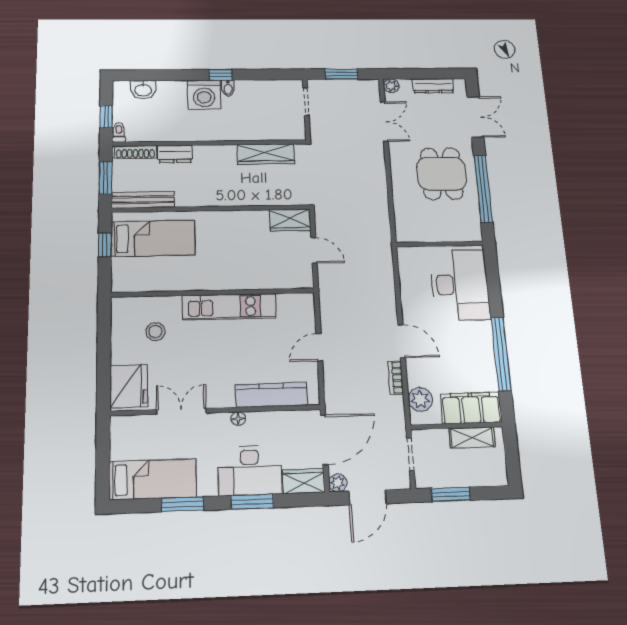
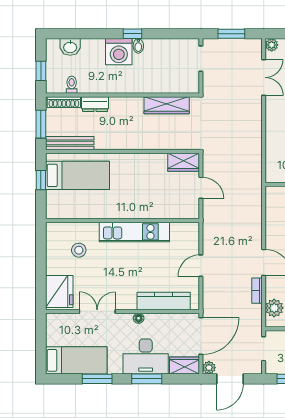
toilet: (119, 132) -> (72, 85), moved

